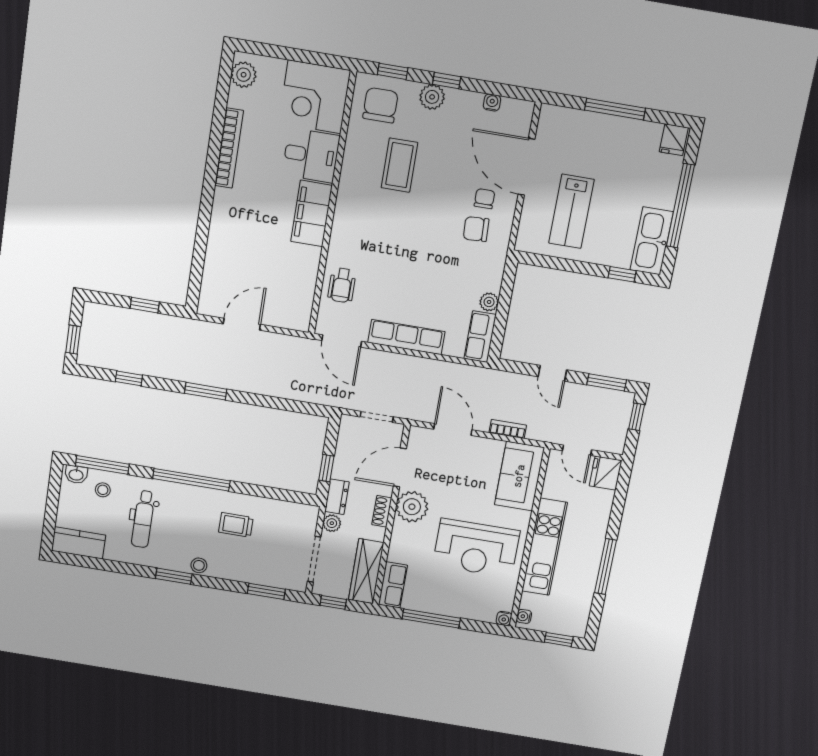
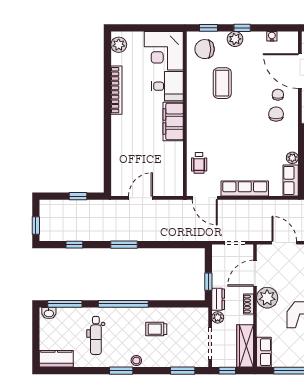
chair: (380, 105) -> (205, 49), turned -90
chair: (476, 229) -> (276, 114), turned 93
stool: (103, 490) -> (67, 320), removed

